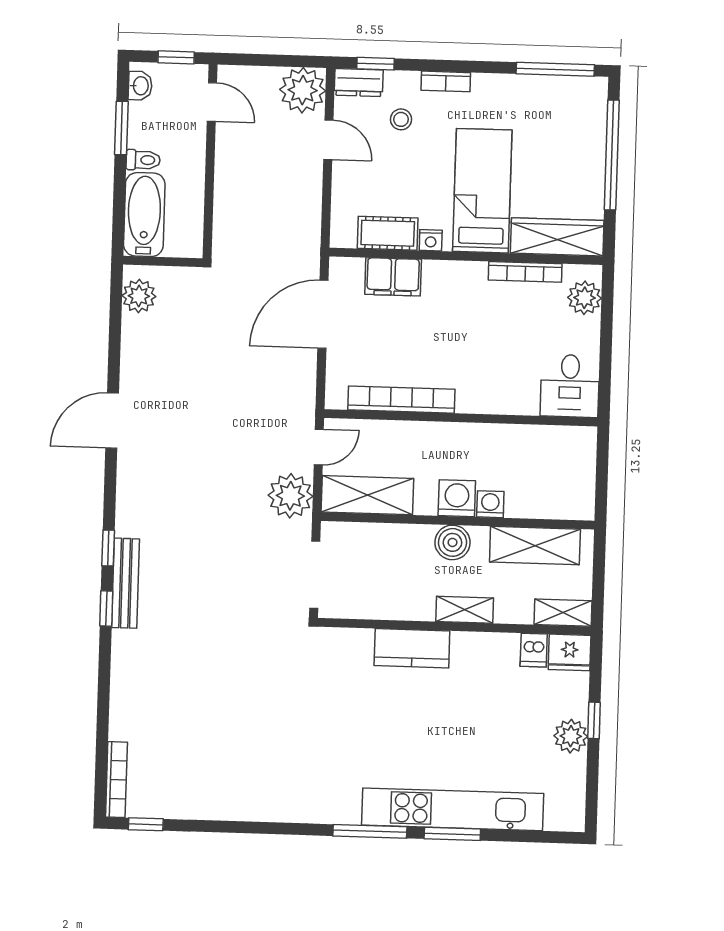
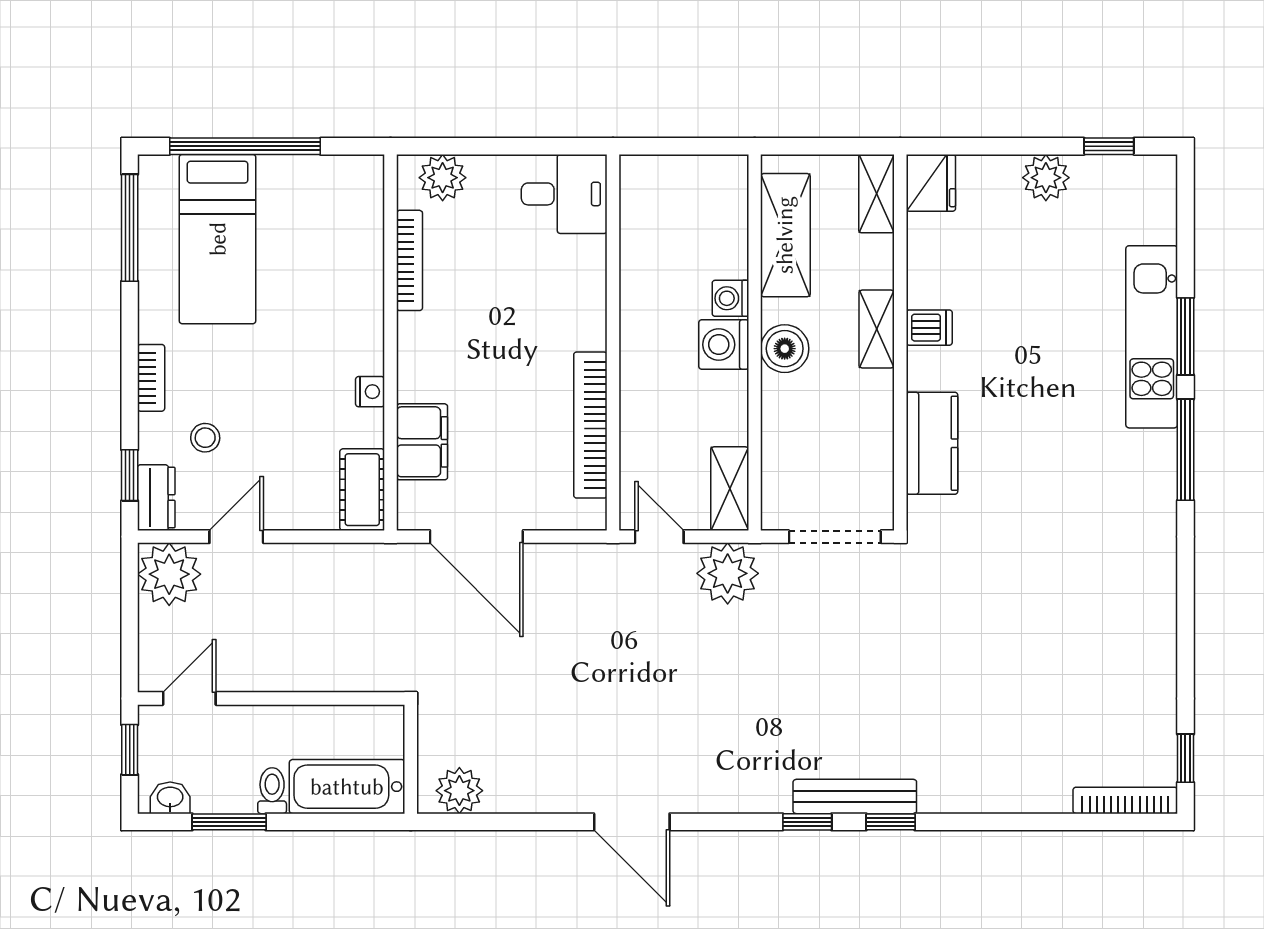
bed: (482, 191) -> (218, 239), moved, turned -90
cot: (388, 233) -> (362, 490), moved
wardrobe: (557, 237) -> (360, 218), removed
shelving: (367, 495) -> (730, 489), width x0.67, depth x0.75
kitchen counter: (412, 648) -> (932, 443), moved
dishwasher: (534, 650) -> (929, 328), moved
window: (594, 720) -> (1109, 146), moved
kitchen unit: (453, 809) -> (1152, 337), width x0.73

